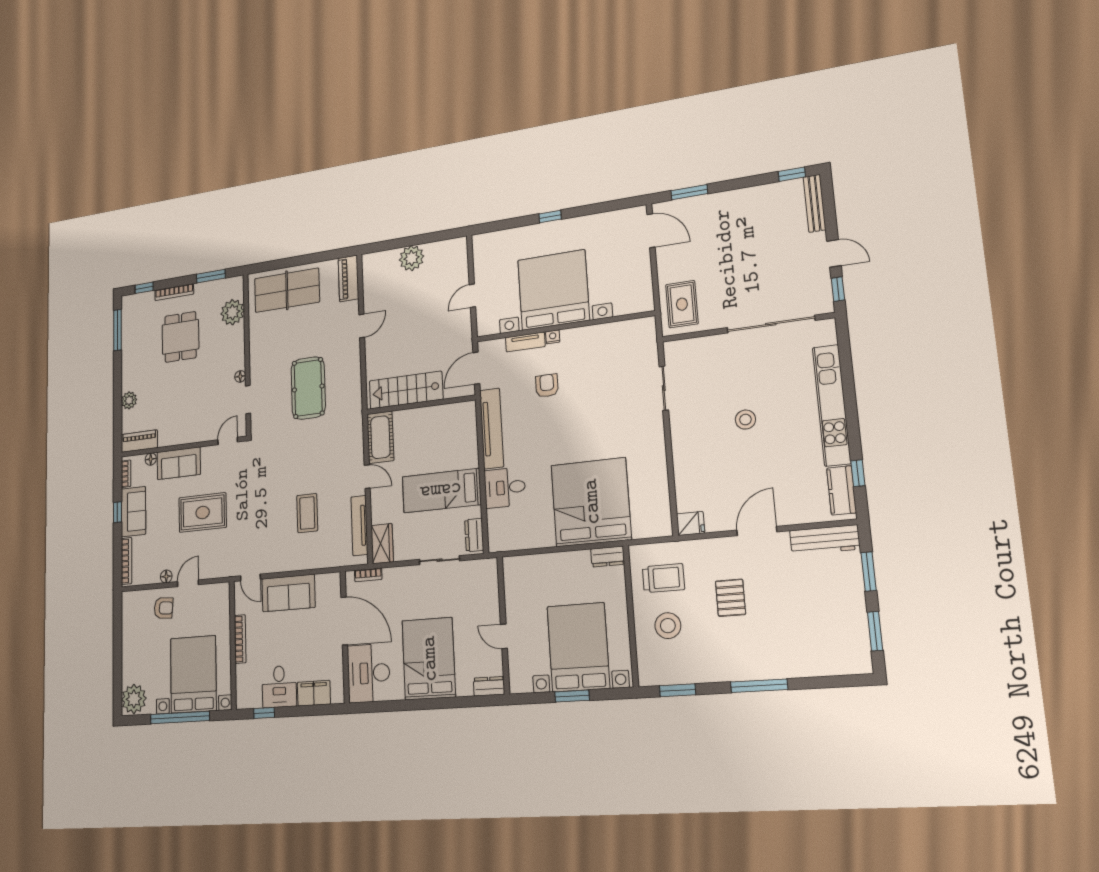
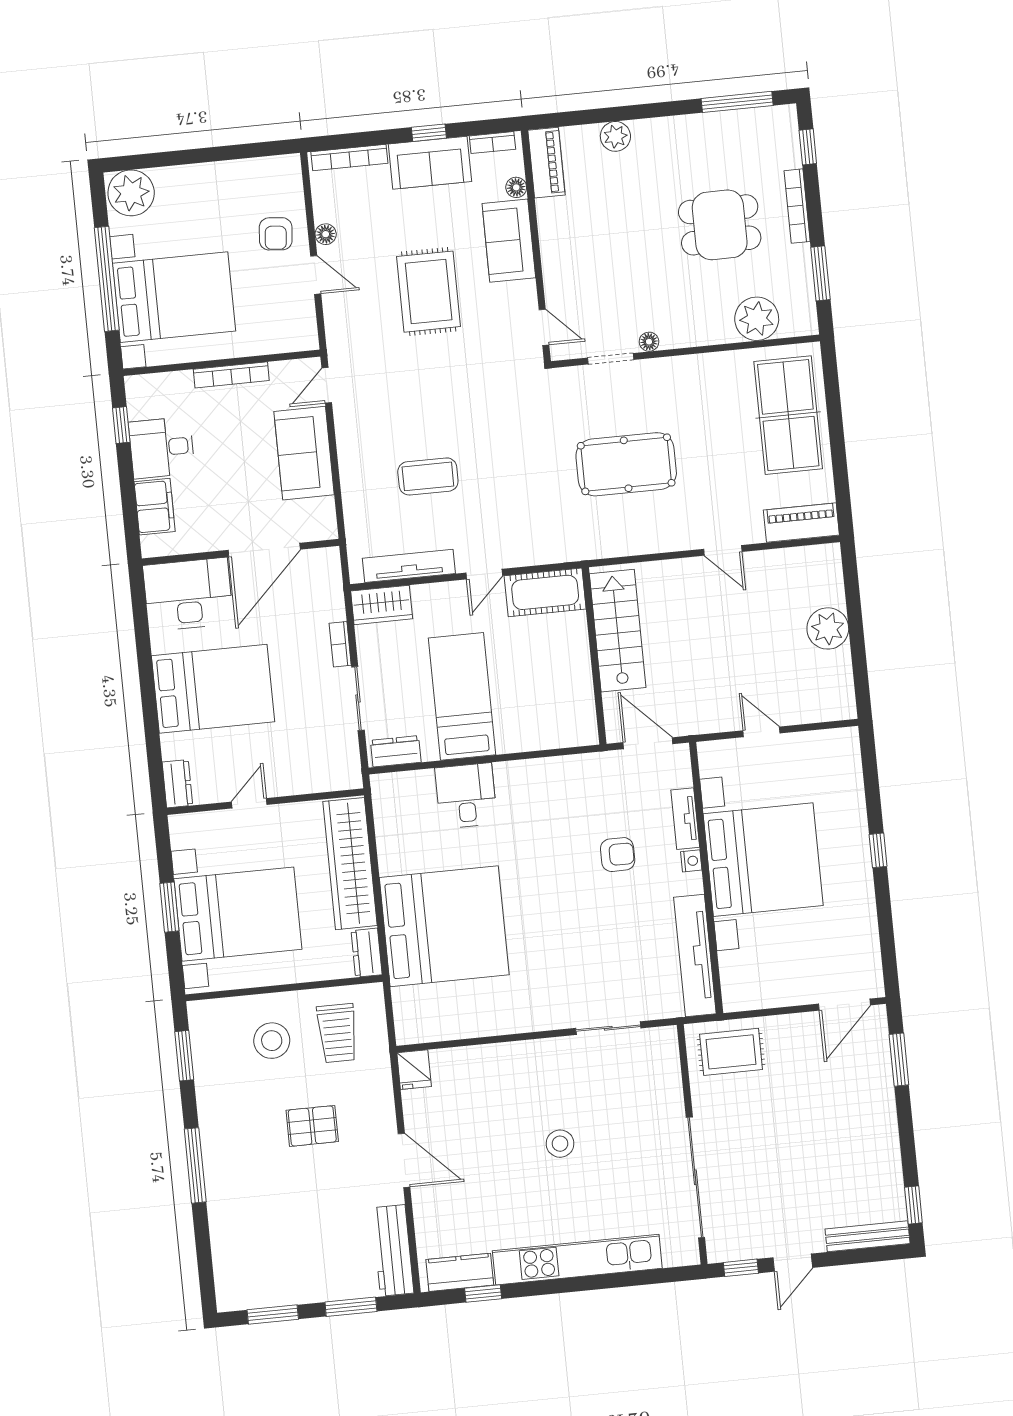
tv unit: (492, 428) -> (695, 956), moved, turned 90
wardrobe: (547, 567) -> (350, 864), added
bookcase: (368, 575) -> (340, 644), moved

